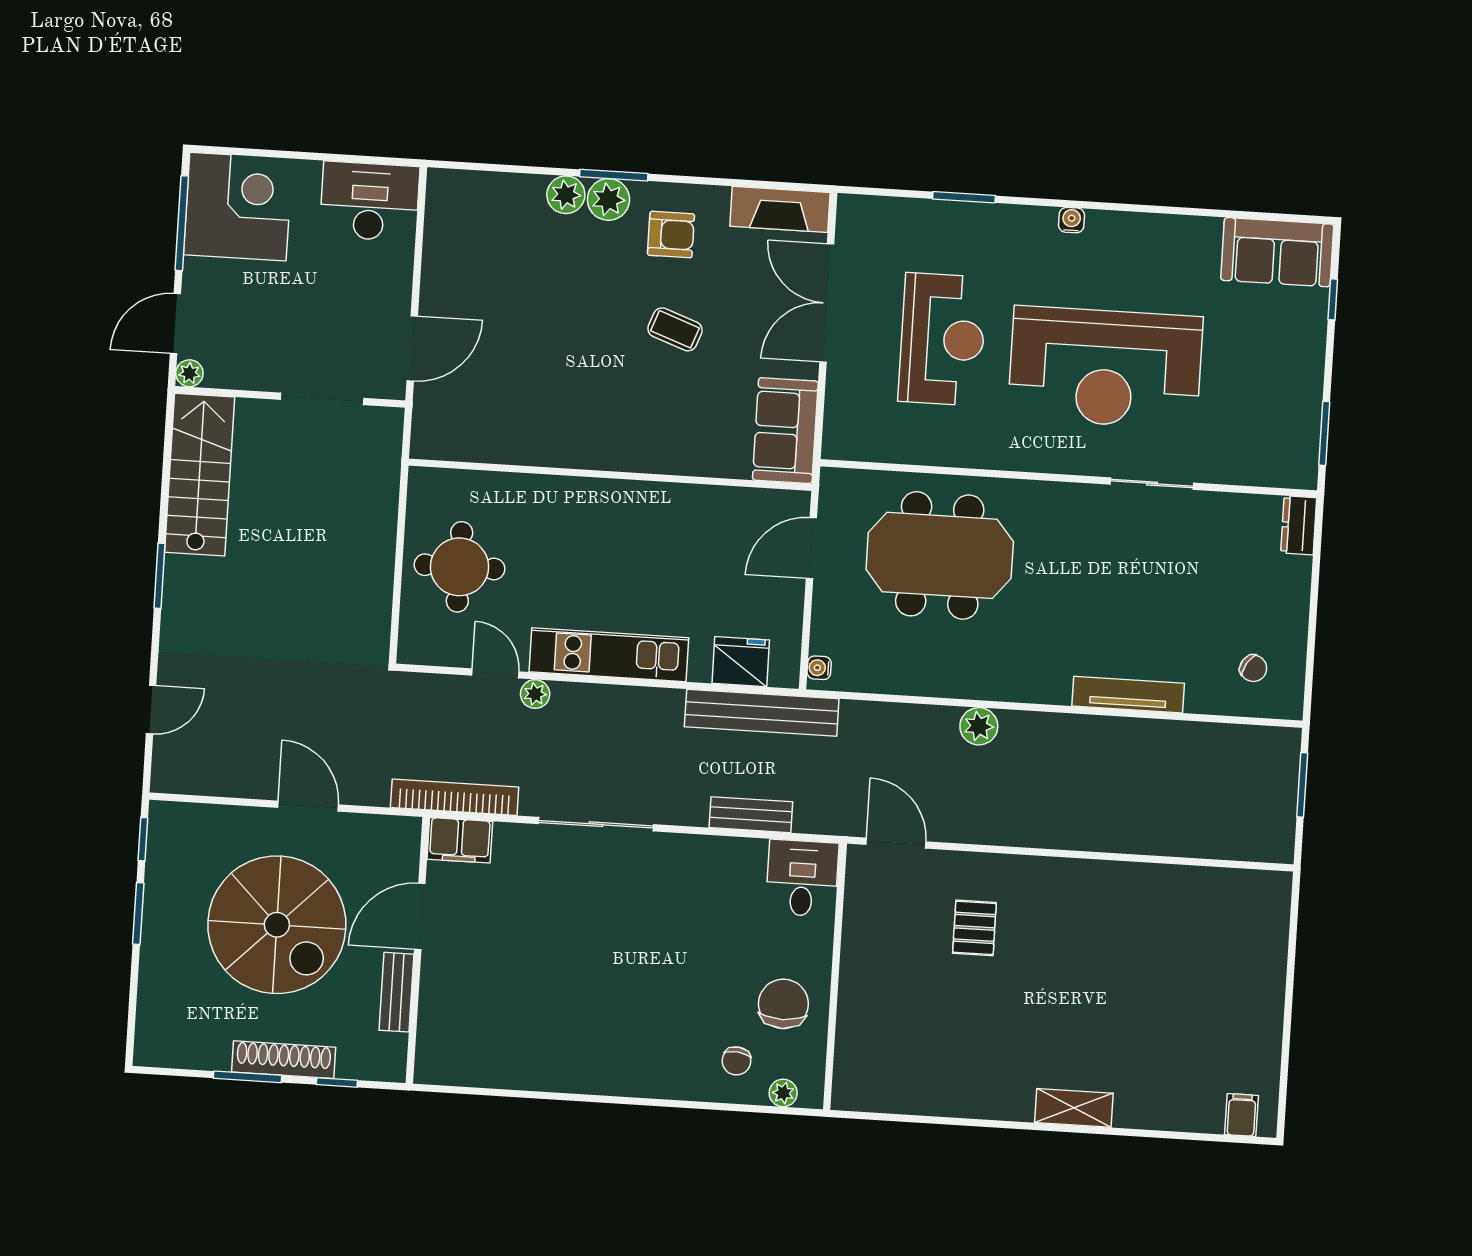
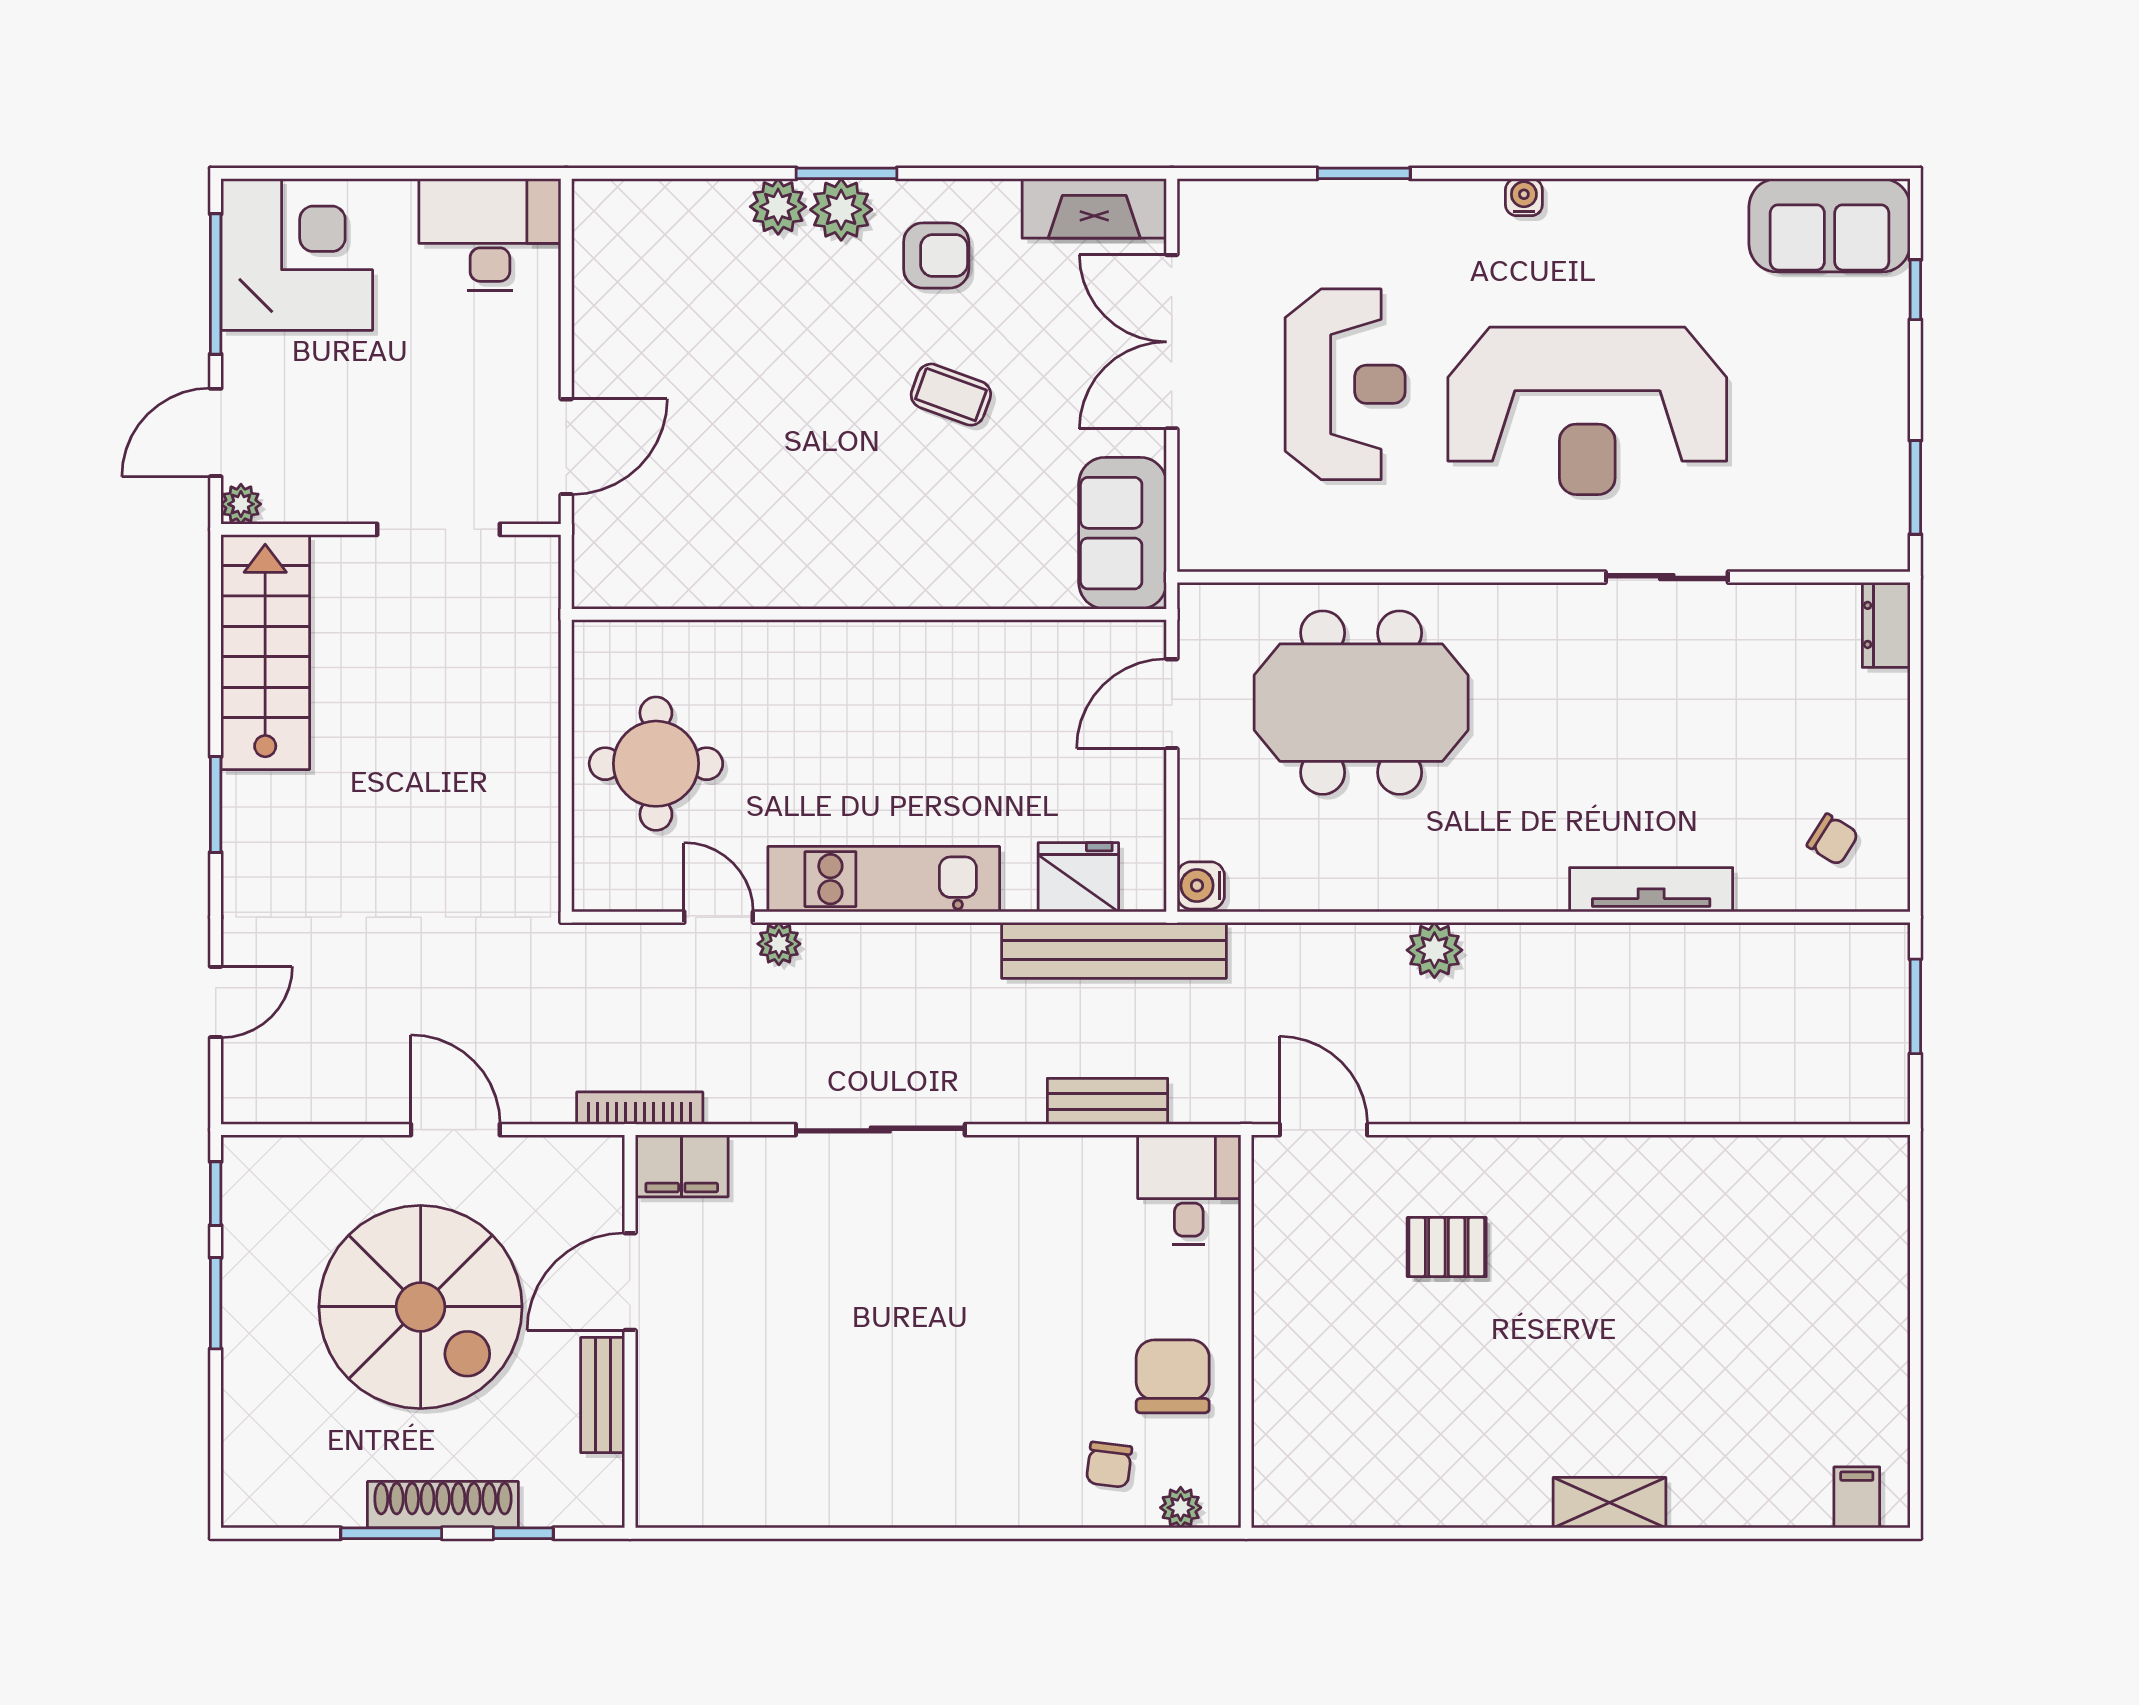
water cooler: (819, 668) -> (1201, 885), width x1.38, depth x1.38
bookcase: (455, 797) -> (640, 1108), width x0.68, depth x0.76
pallet: (974, 928) -> (1447, 1247), turned 90

